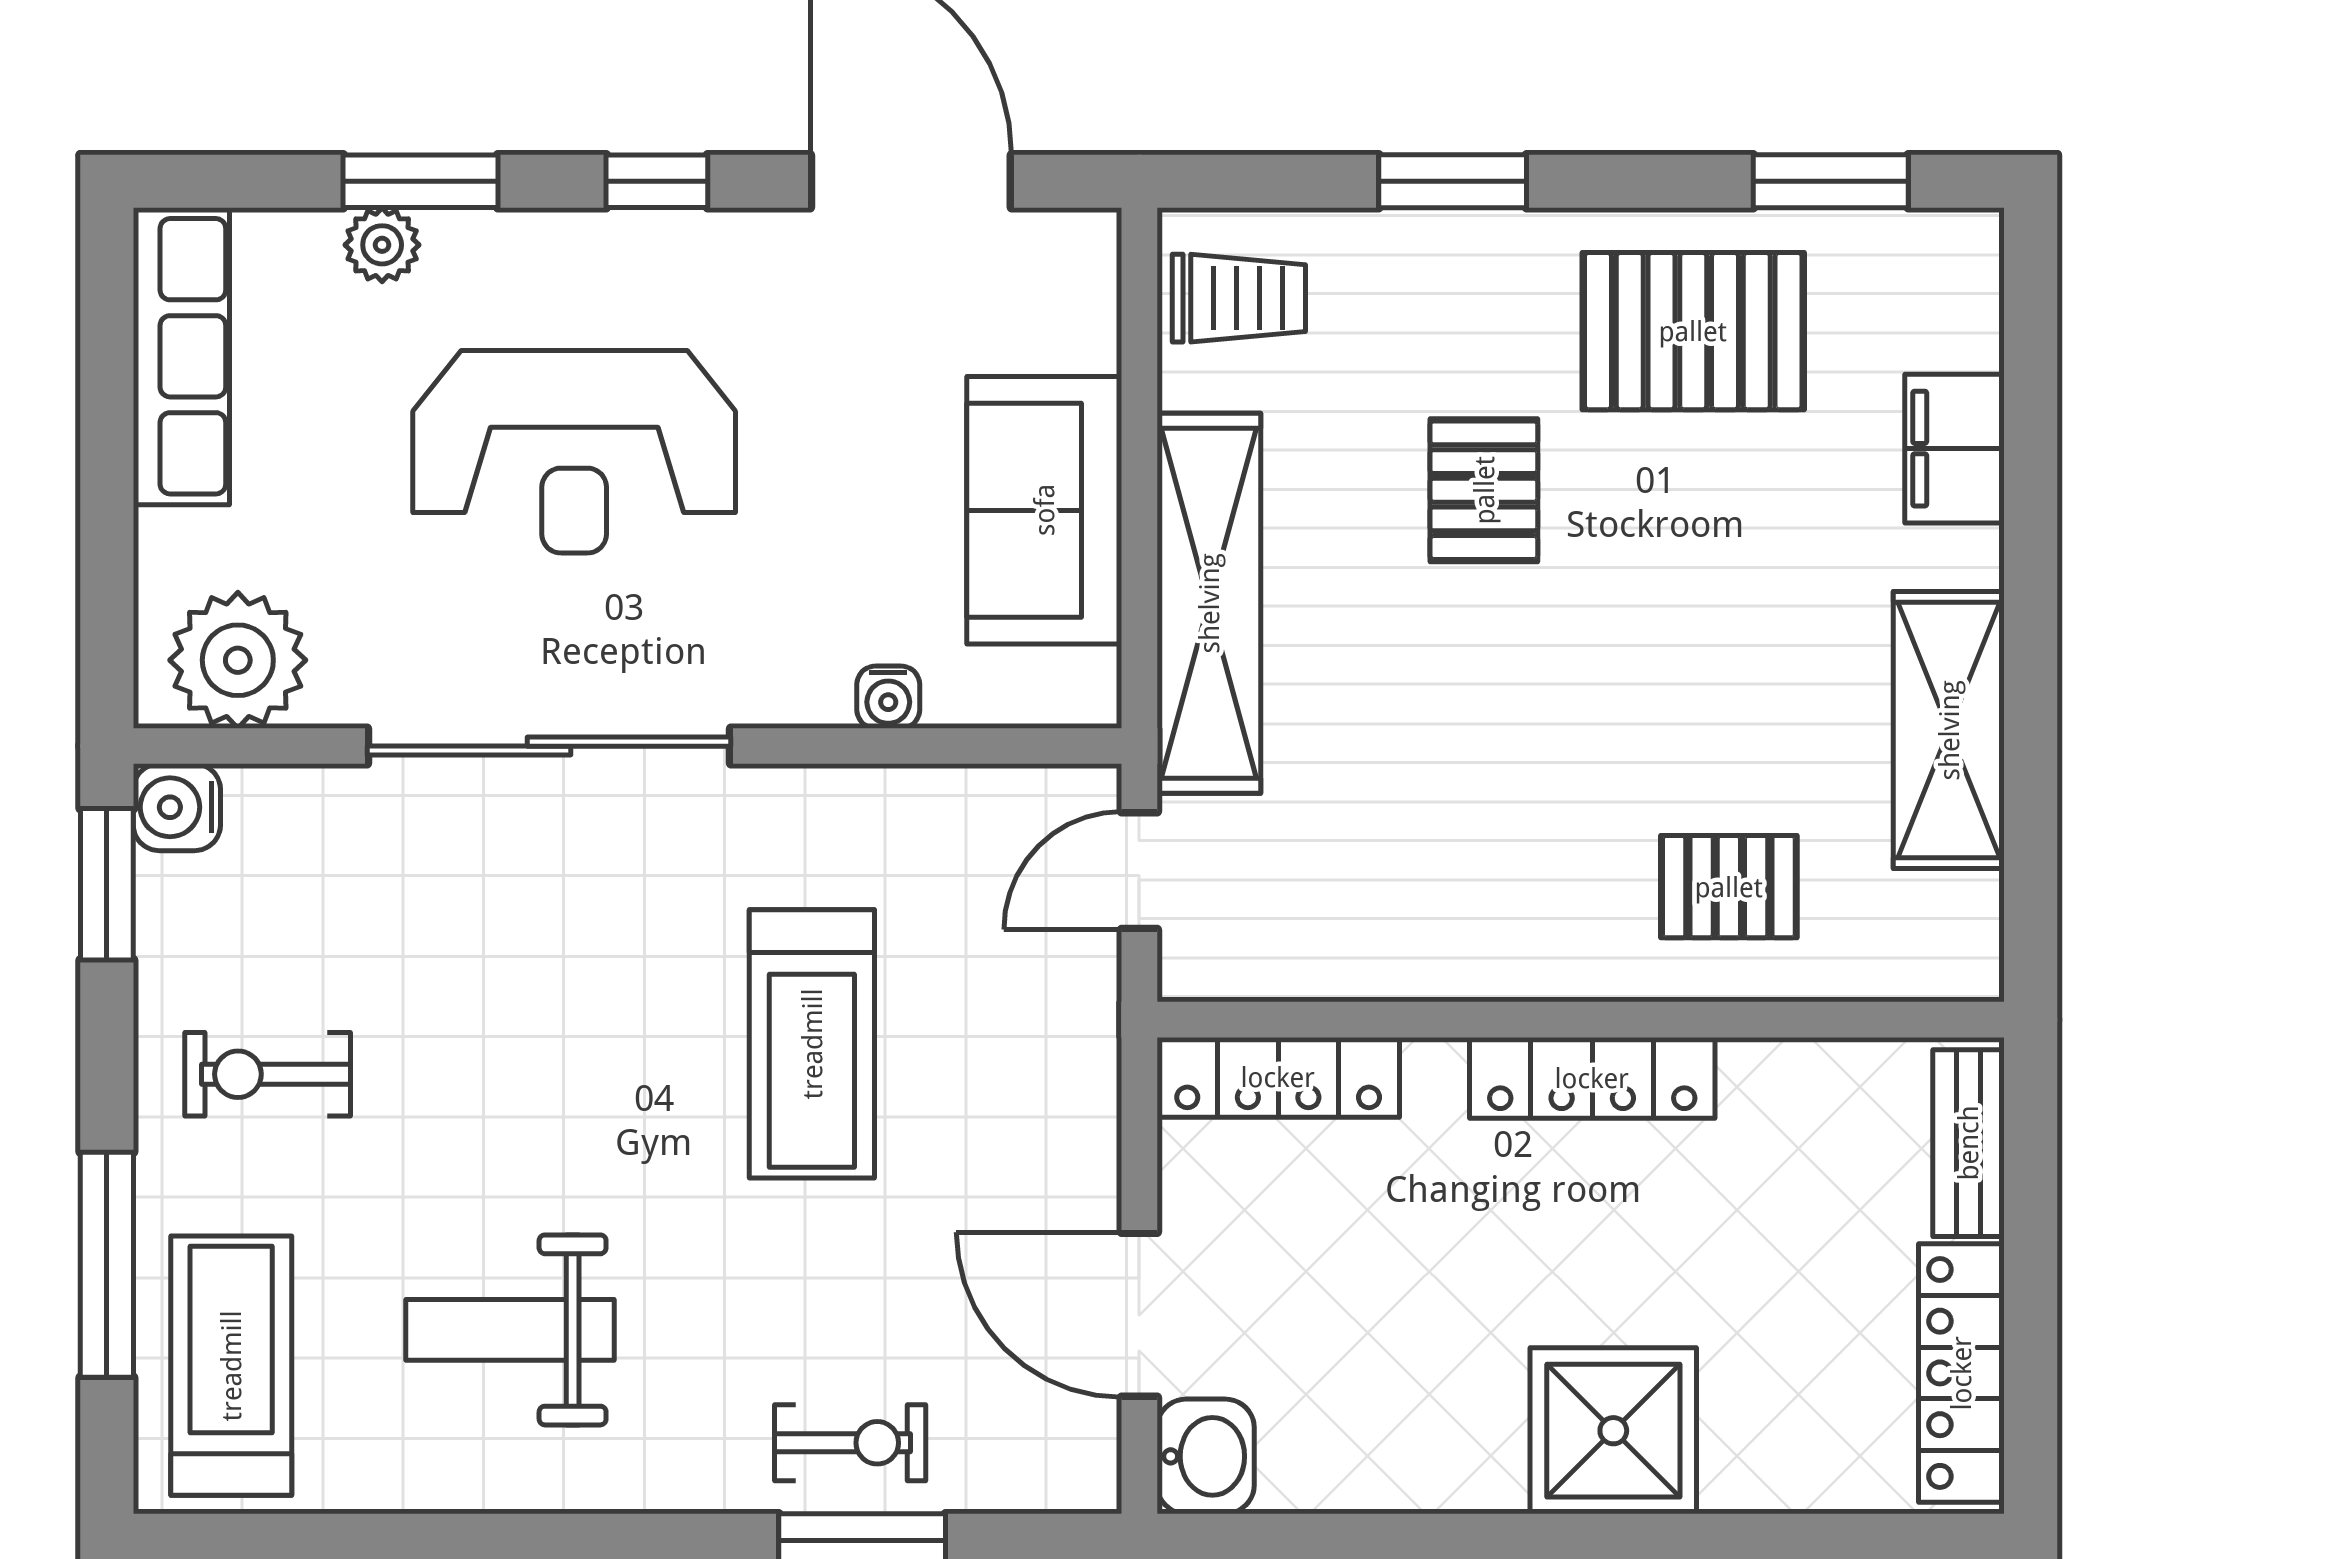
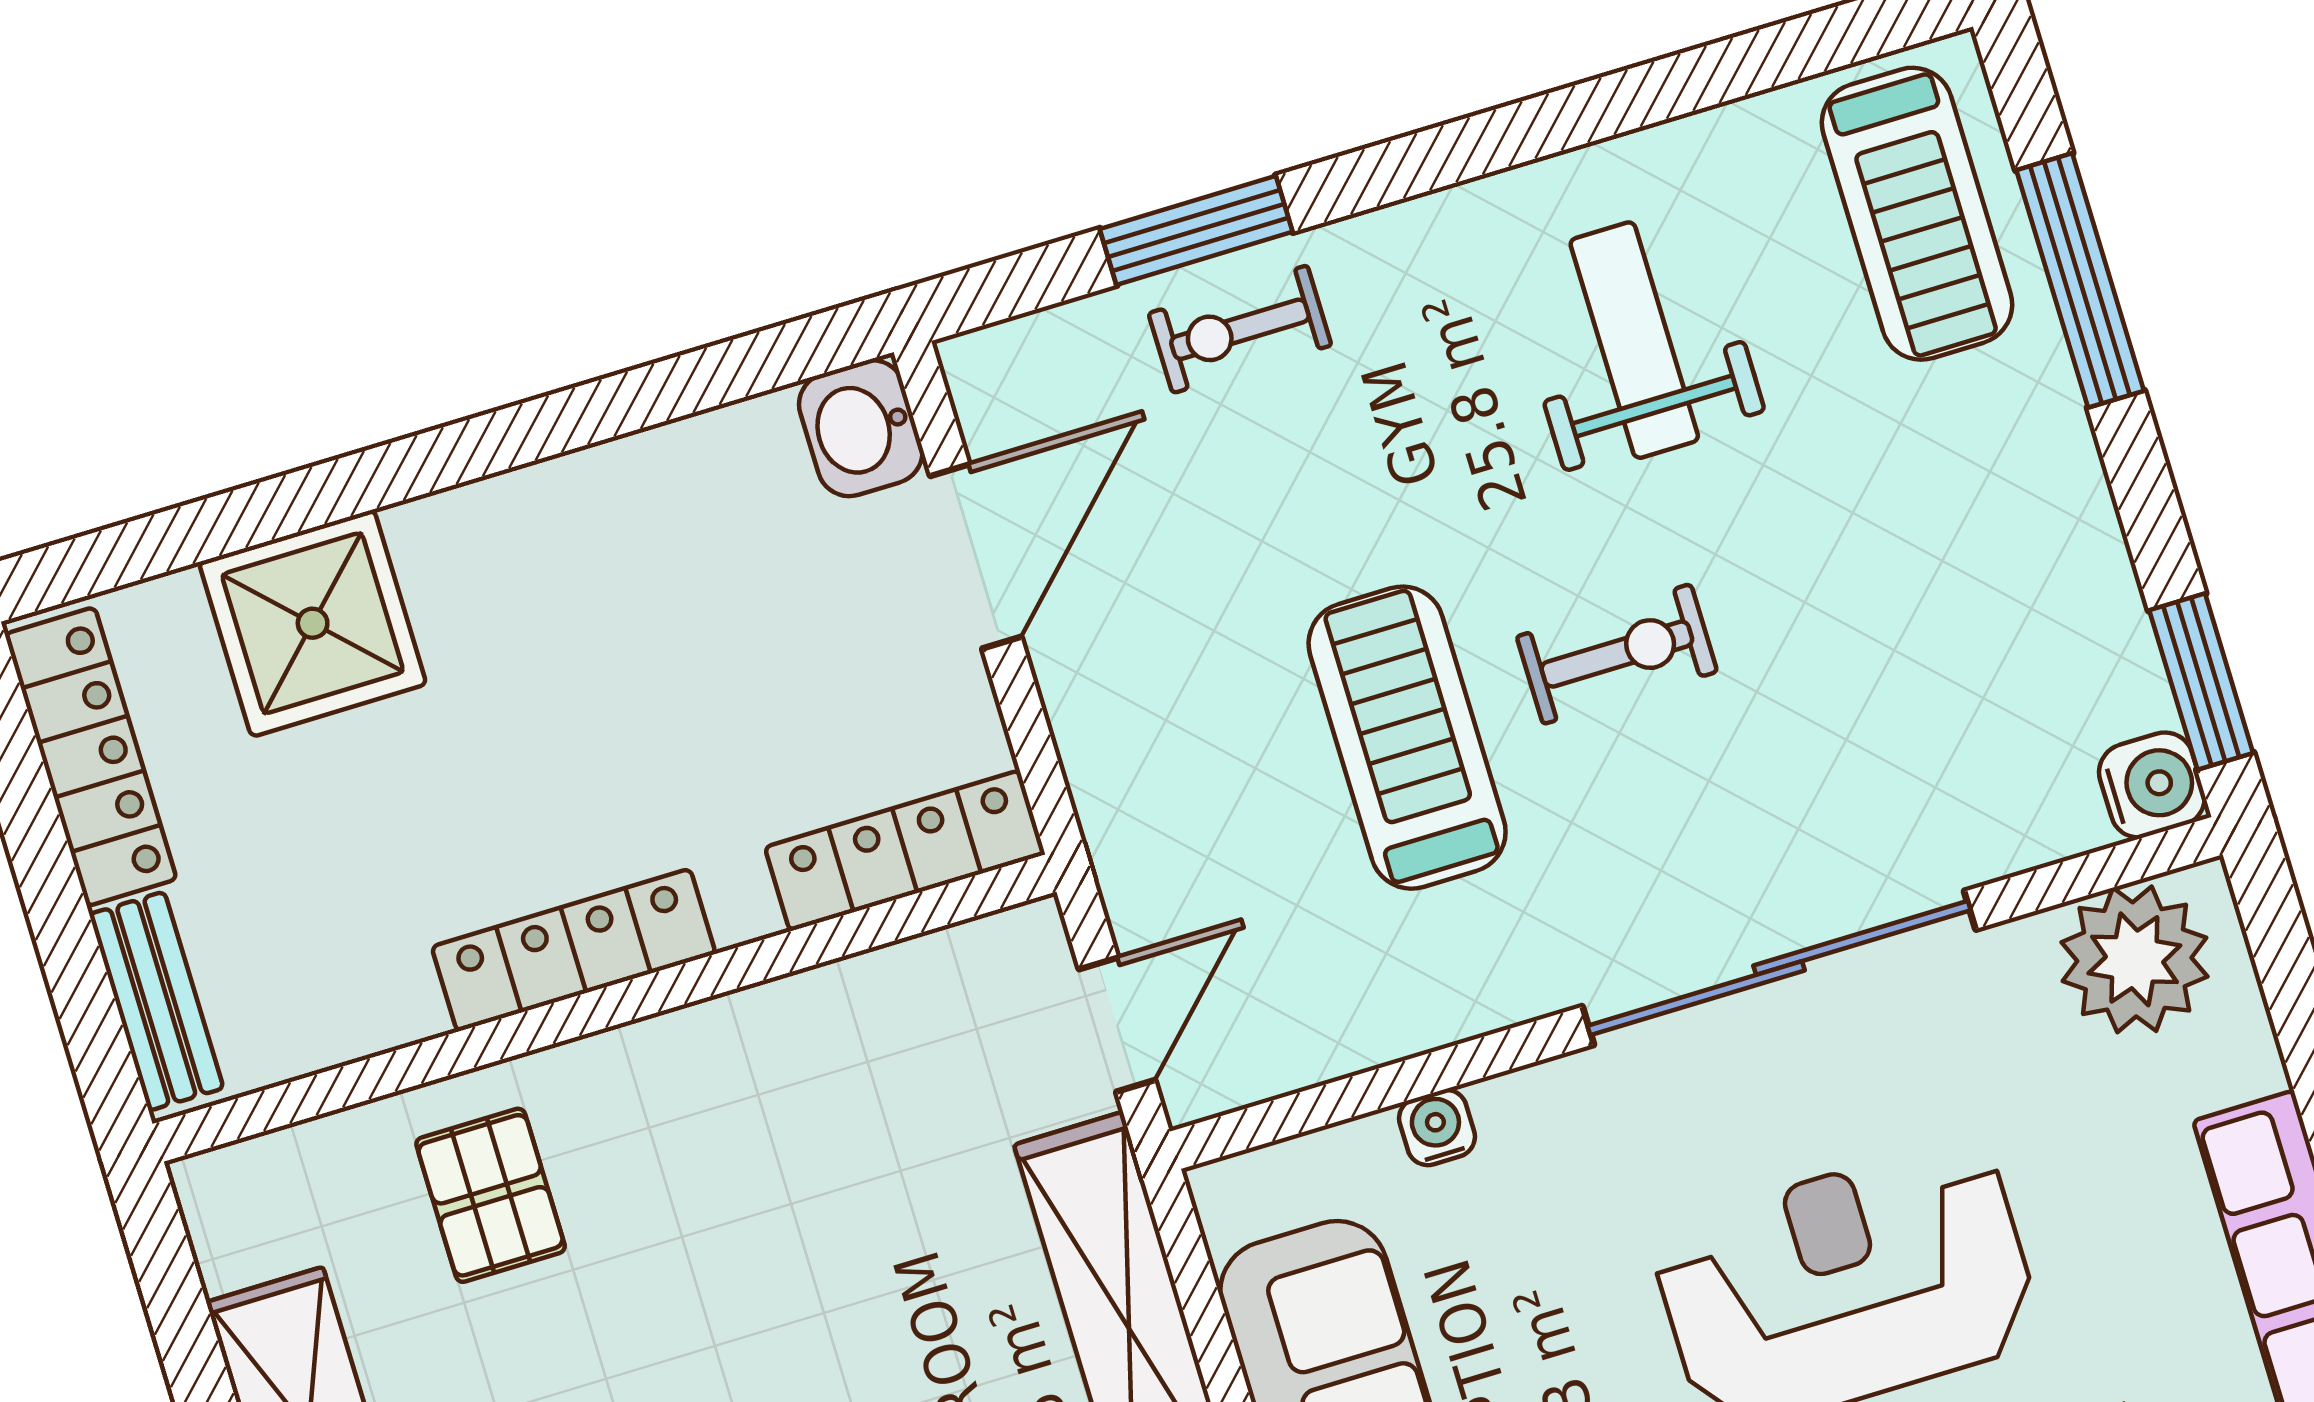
pallet: (1729, 887) -> (491, 1195), turned 90
exercise bike: (268, 1074) -> (1617, 654), moved
door: (1139, 1315) -> (976, 556), hinge flipped
weight bench: (510, 1330) -> (1634, 340), turned -90
shower: (1613, 1431) -> (313, 623), moved

